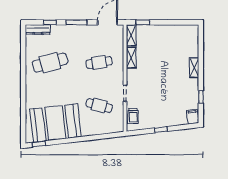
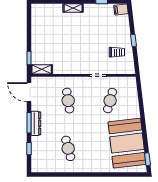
dresser: (38, 29) -> (36, 123), moved
shelving: (131, 58) -> (63, 69), removed
cafe table: (50, 63) -> (68, 148), width x0.73, depth x0.74
trolley: (133, 116) -> (117, 52), moved

